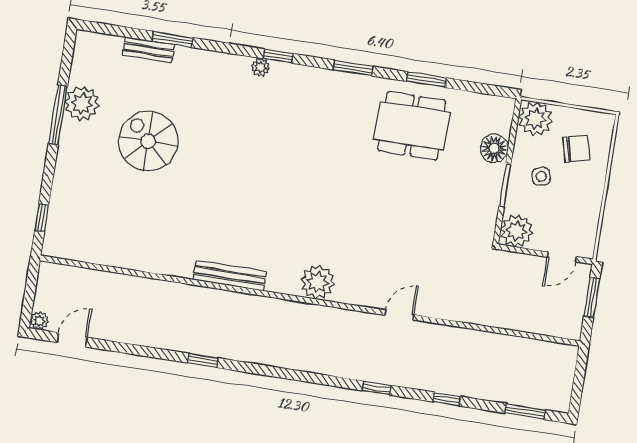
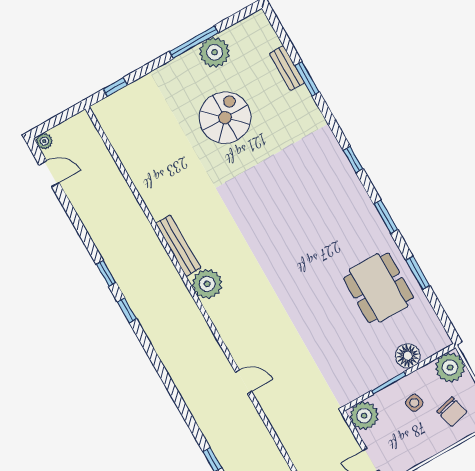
plant: (261, 67) -> (336, 153), removed
plant: (318, 282) -> (207, 284), moved
window: (377, 388) -> (127, 310), moved

